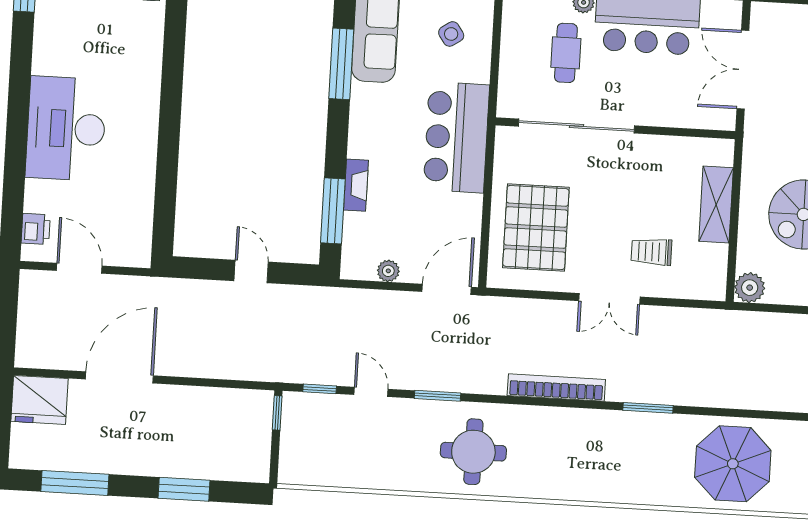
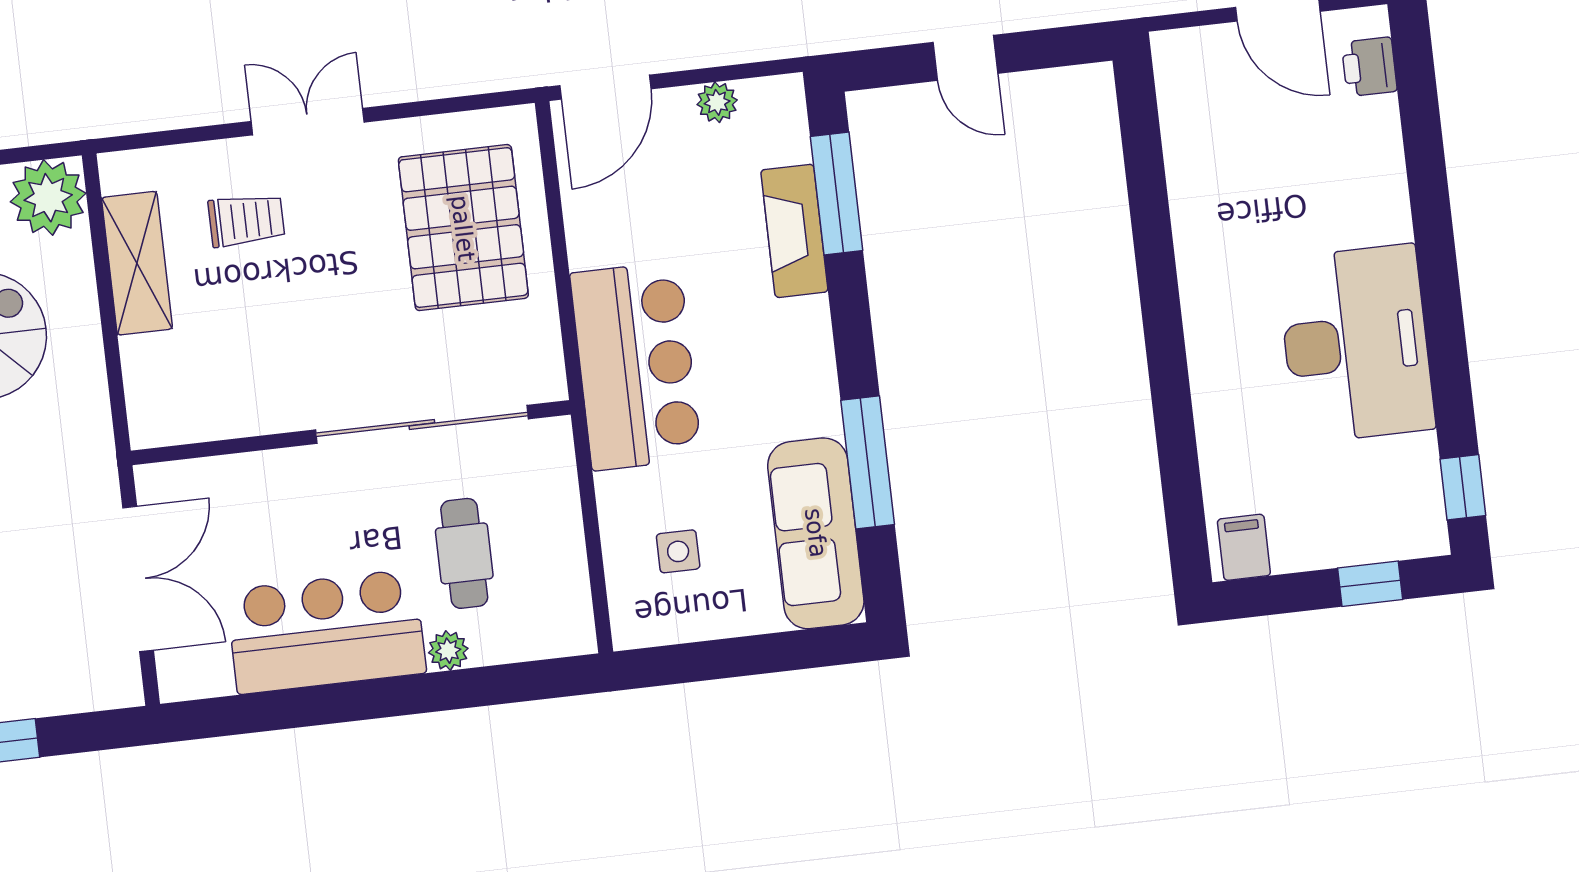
side table: (451, 34) -> (678, 551), turned 34
desk: (66, 129) -> (1356, 344), moved
fireplace: (356, 185) -> (794, 231), width x1.37, depth x1.32
shelving: (716, 205) -> (137, 263), moved
plant: (750, 288) -> (48, 198), width x1.36, depth x1.36

